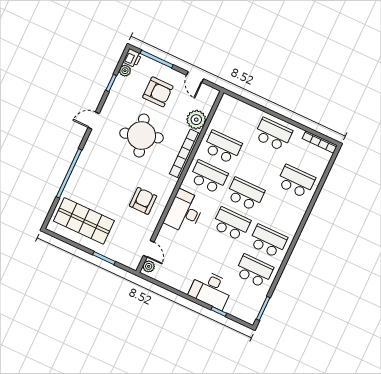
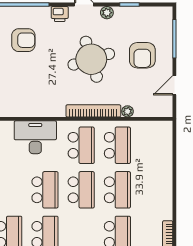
printer: (132, 58) -> (60, 14), moved
plant: (125, 71) -> (107, 13), moved
plant: (196, 120) -> (128, 111), width x0.53, depth x0.53
school desk: (273, 134) -> (117, 190), moved
armchair: (143, 201) -> (23, 40), moved

